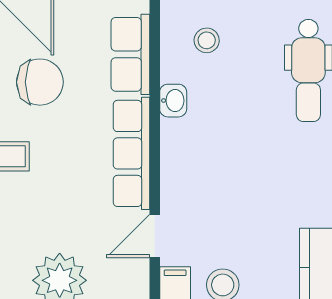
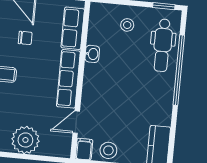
stool: (207, 40) -> (127, 25), moved
chair: (40, 82) -> (25, 38), width x0.54, depth x0.54

